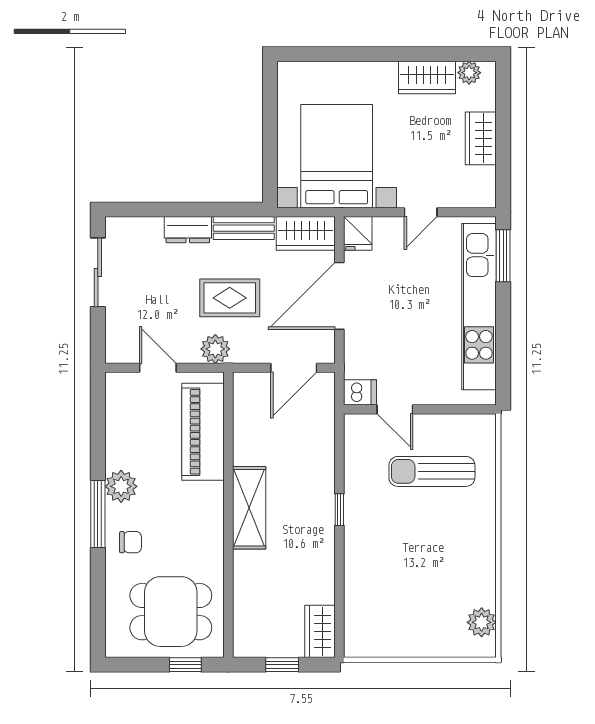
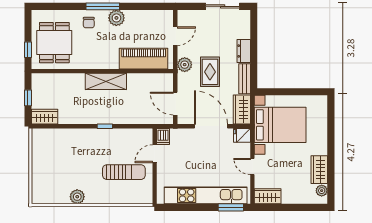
wardrobe: (481, 138) -> (268, 196), moved
sun lounger: (432, 471) -> (124, 172), turned 90
plant: (482, 622) -> (77, 197), moved

